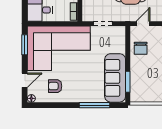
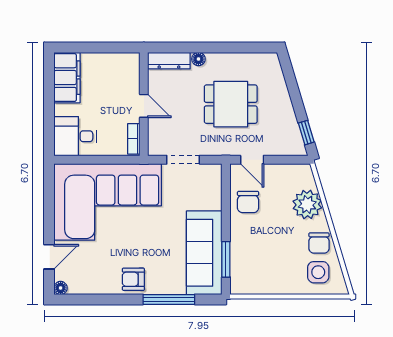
door: (143, 24) -> (252, 160), swing flipped
window: (25, 45) -> (49, 196), removed
armchair: (55, 86) -> (133, 279), moved

